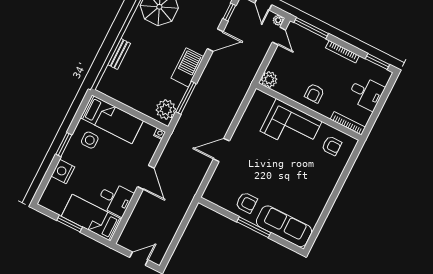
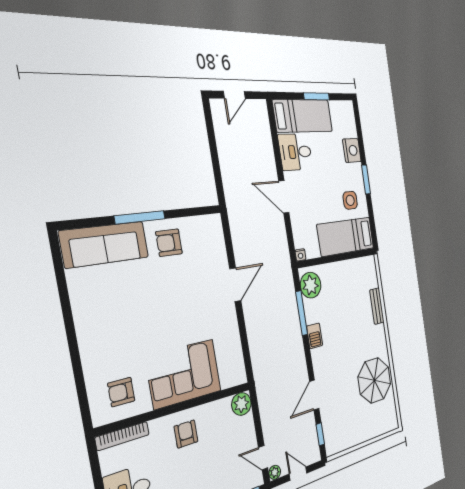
barbecue: (187, 67) -> (315, 336), width x0.53, depth x0.65

